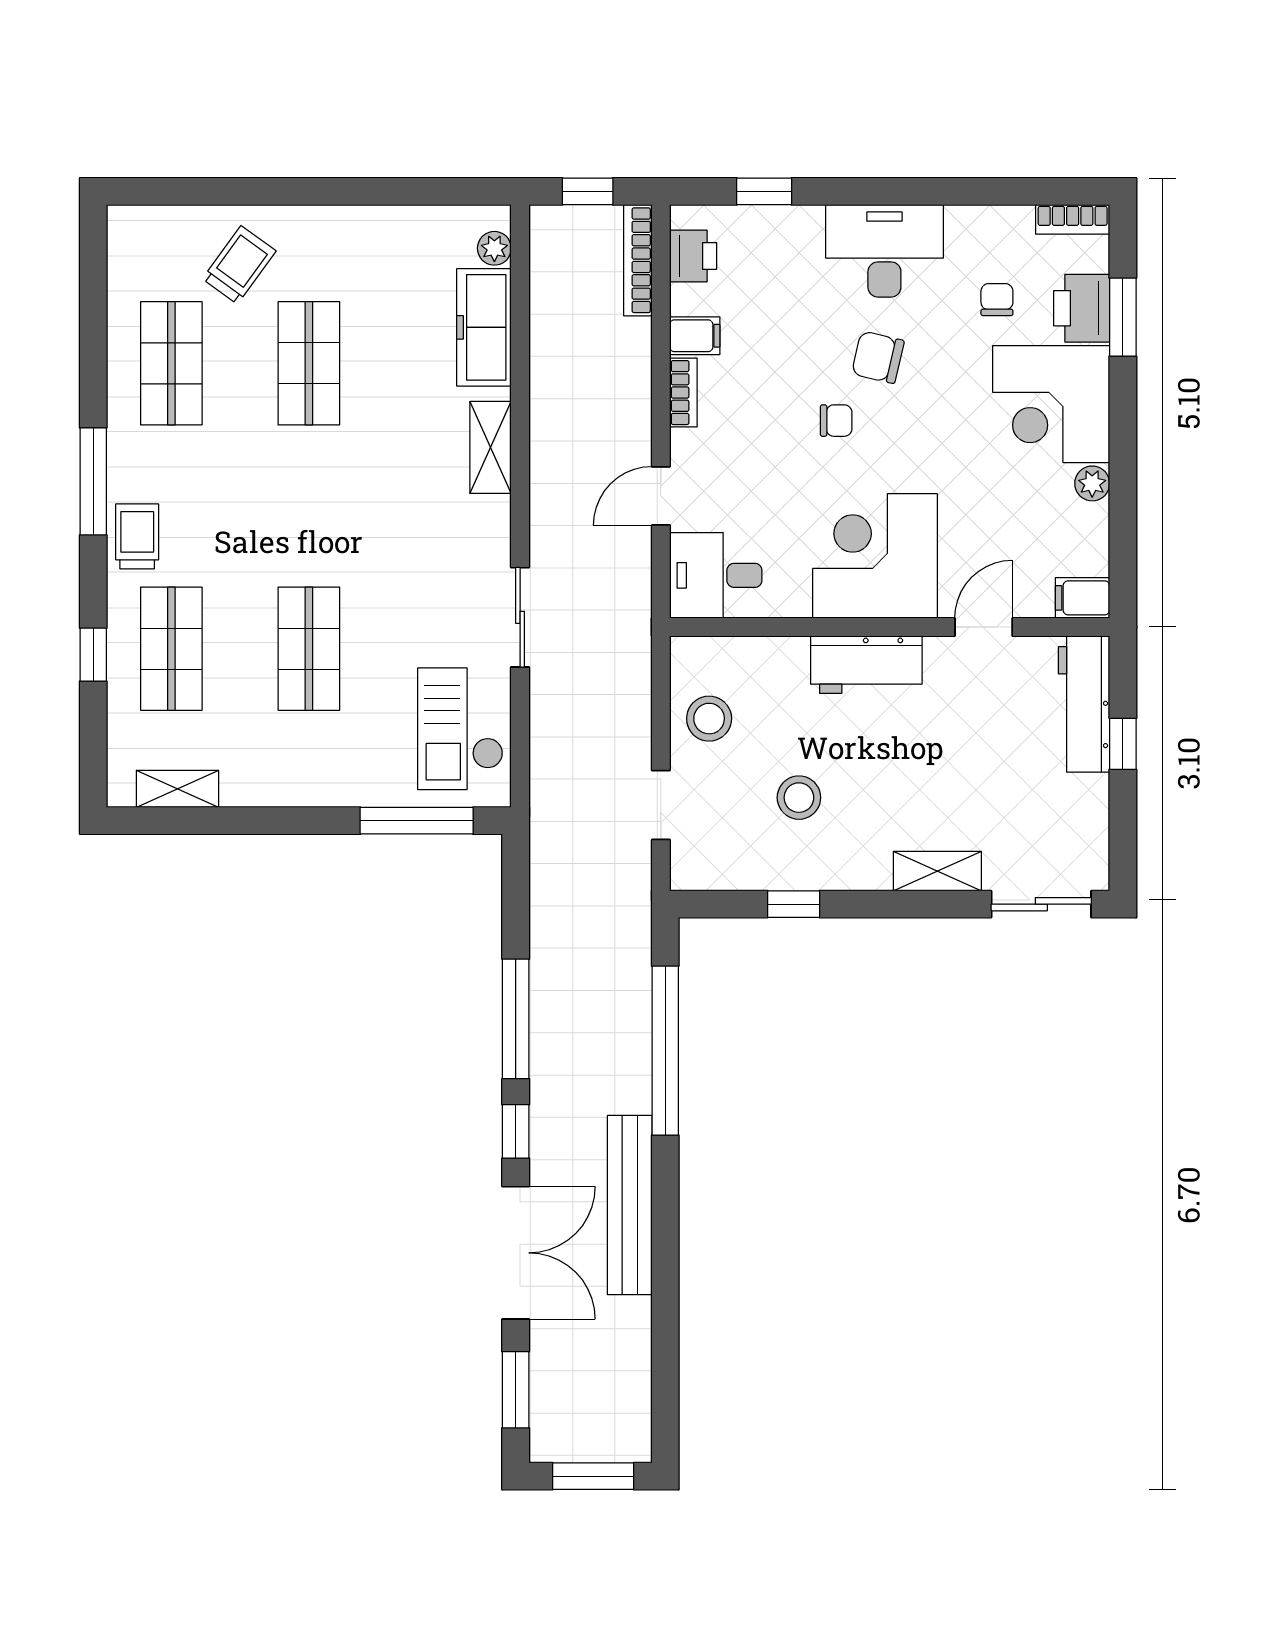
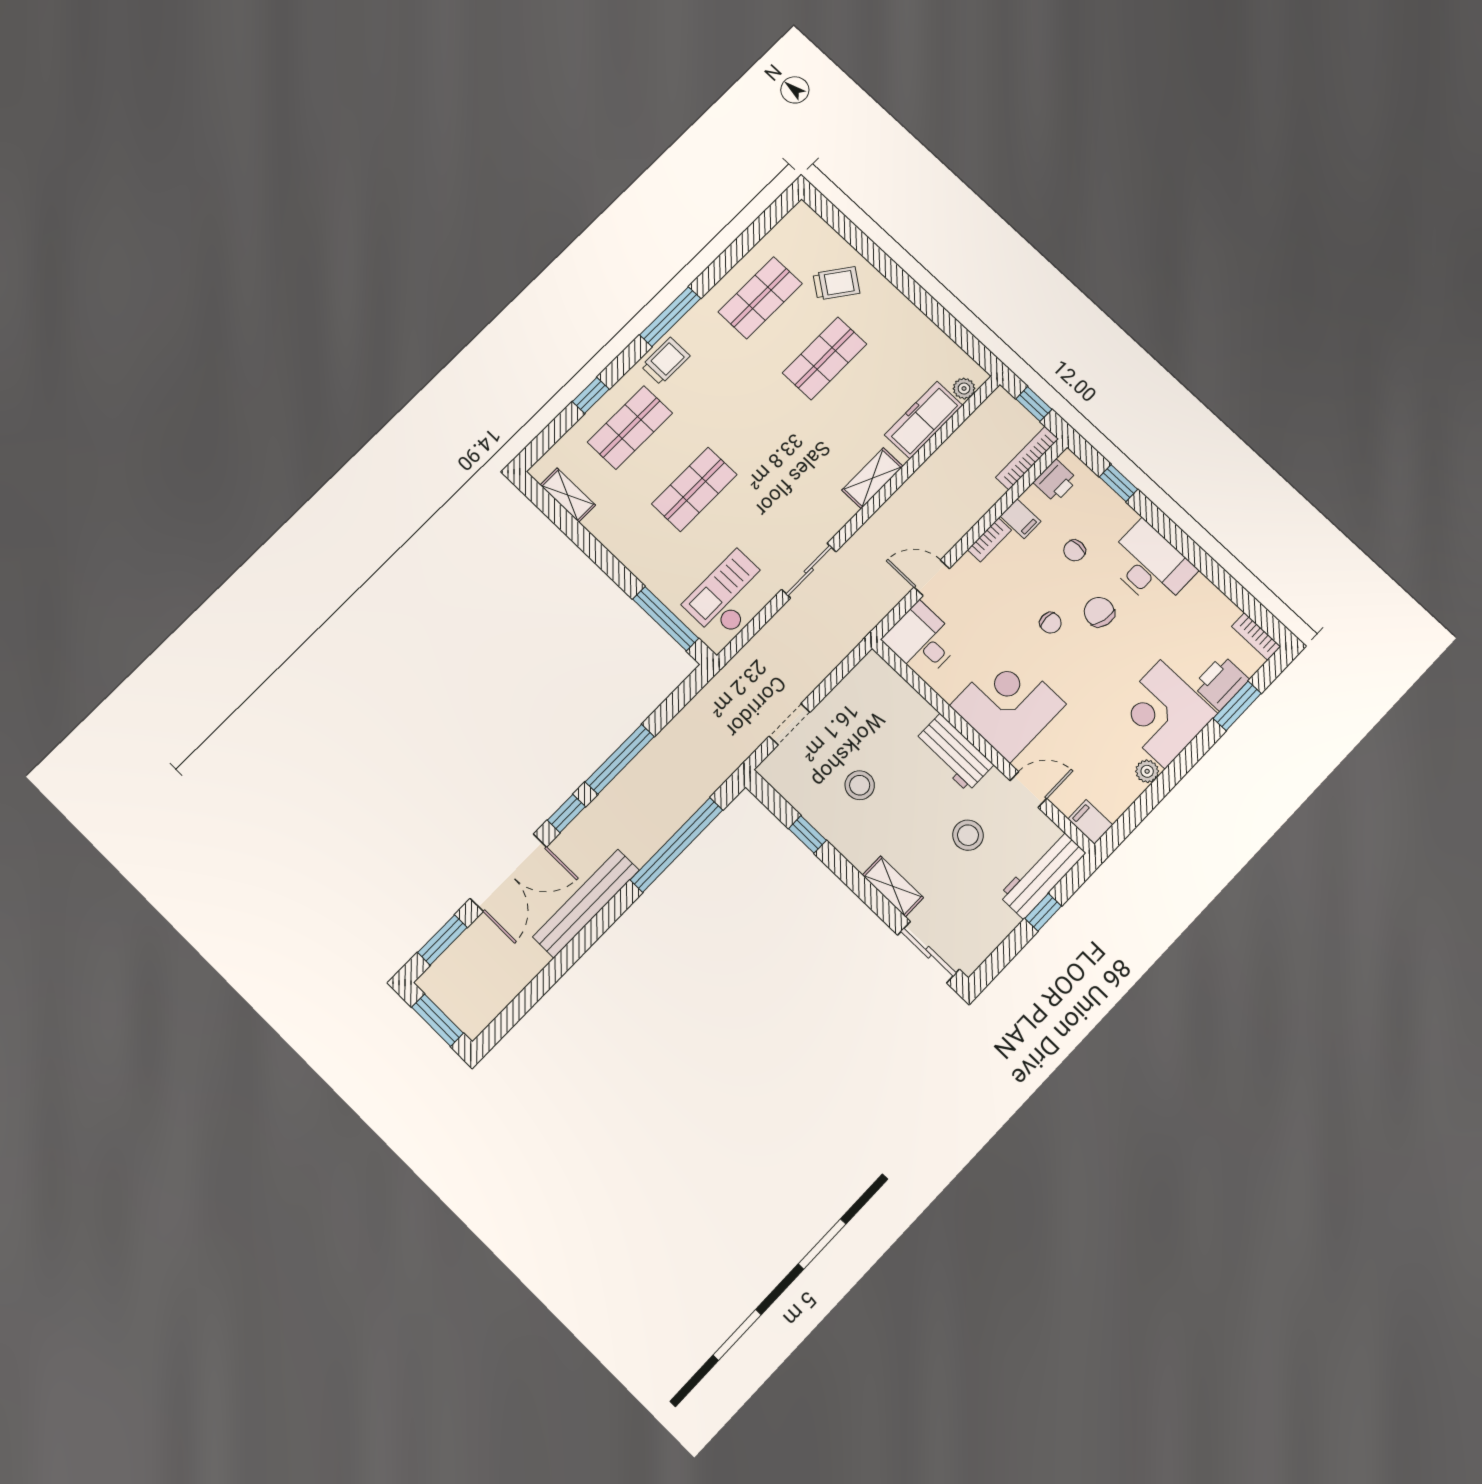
chair: (997, 300) -> (1075, 550), moved, turned 180
stool: (709, 719) -> (968, 835), moved

